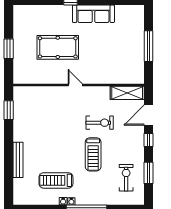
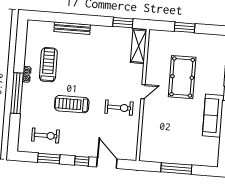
shelving: (127, 93) -> (139, 46), moved
exercise bike: (100, 123) -> (119, 108), moved, turned -90

